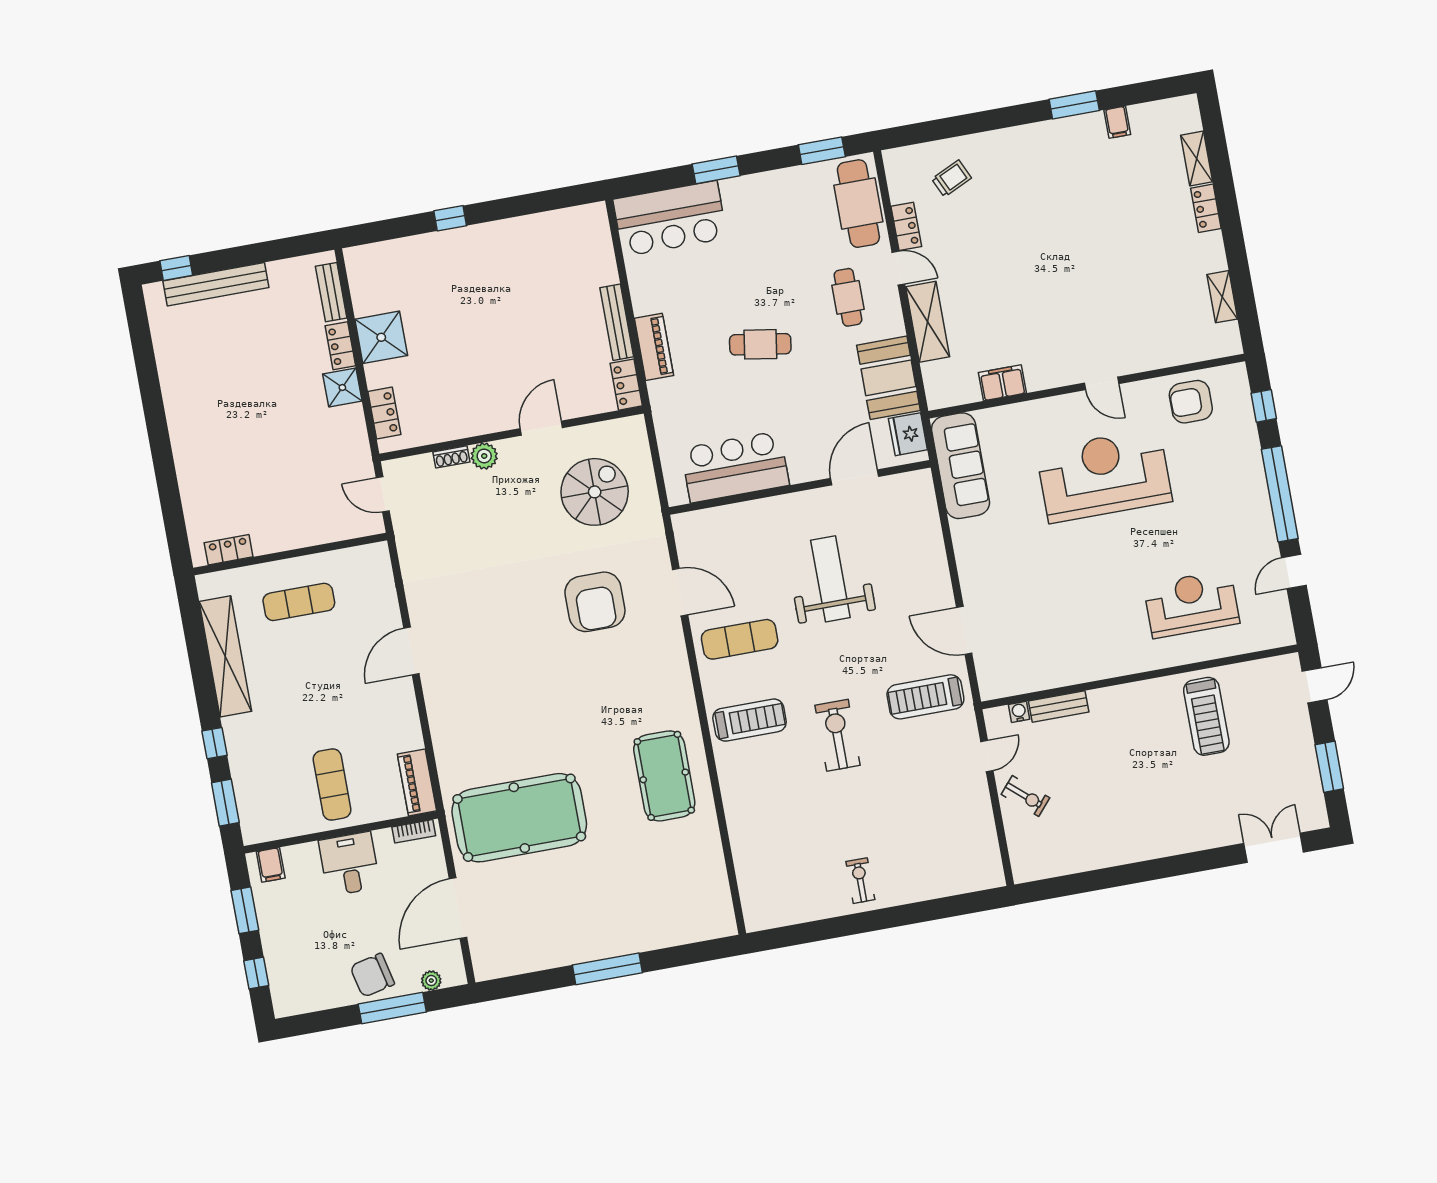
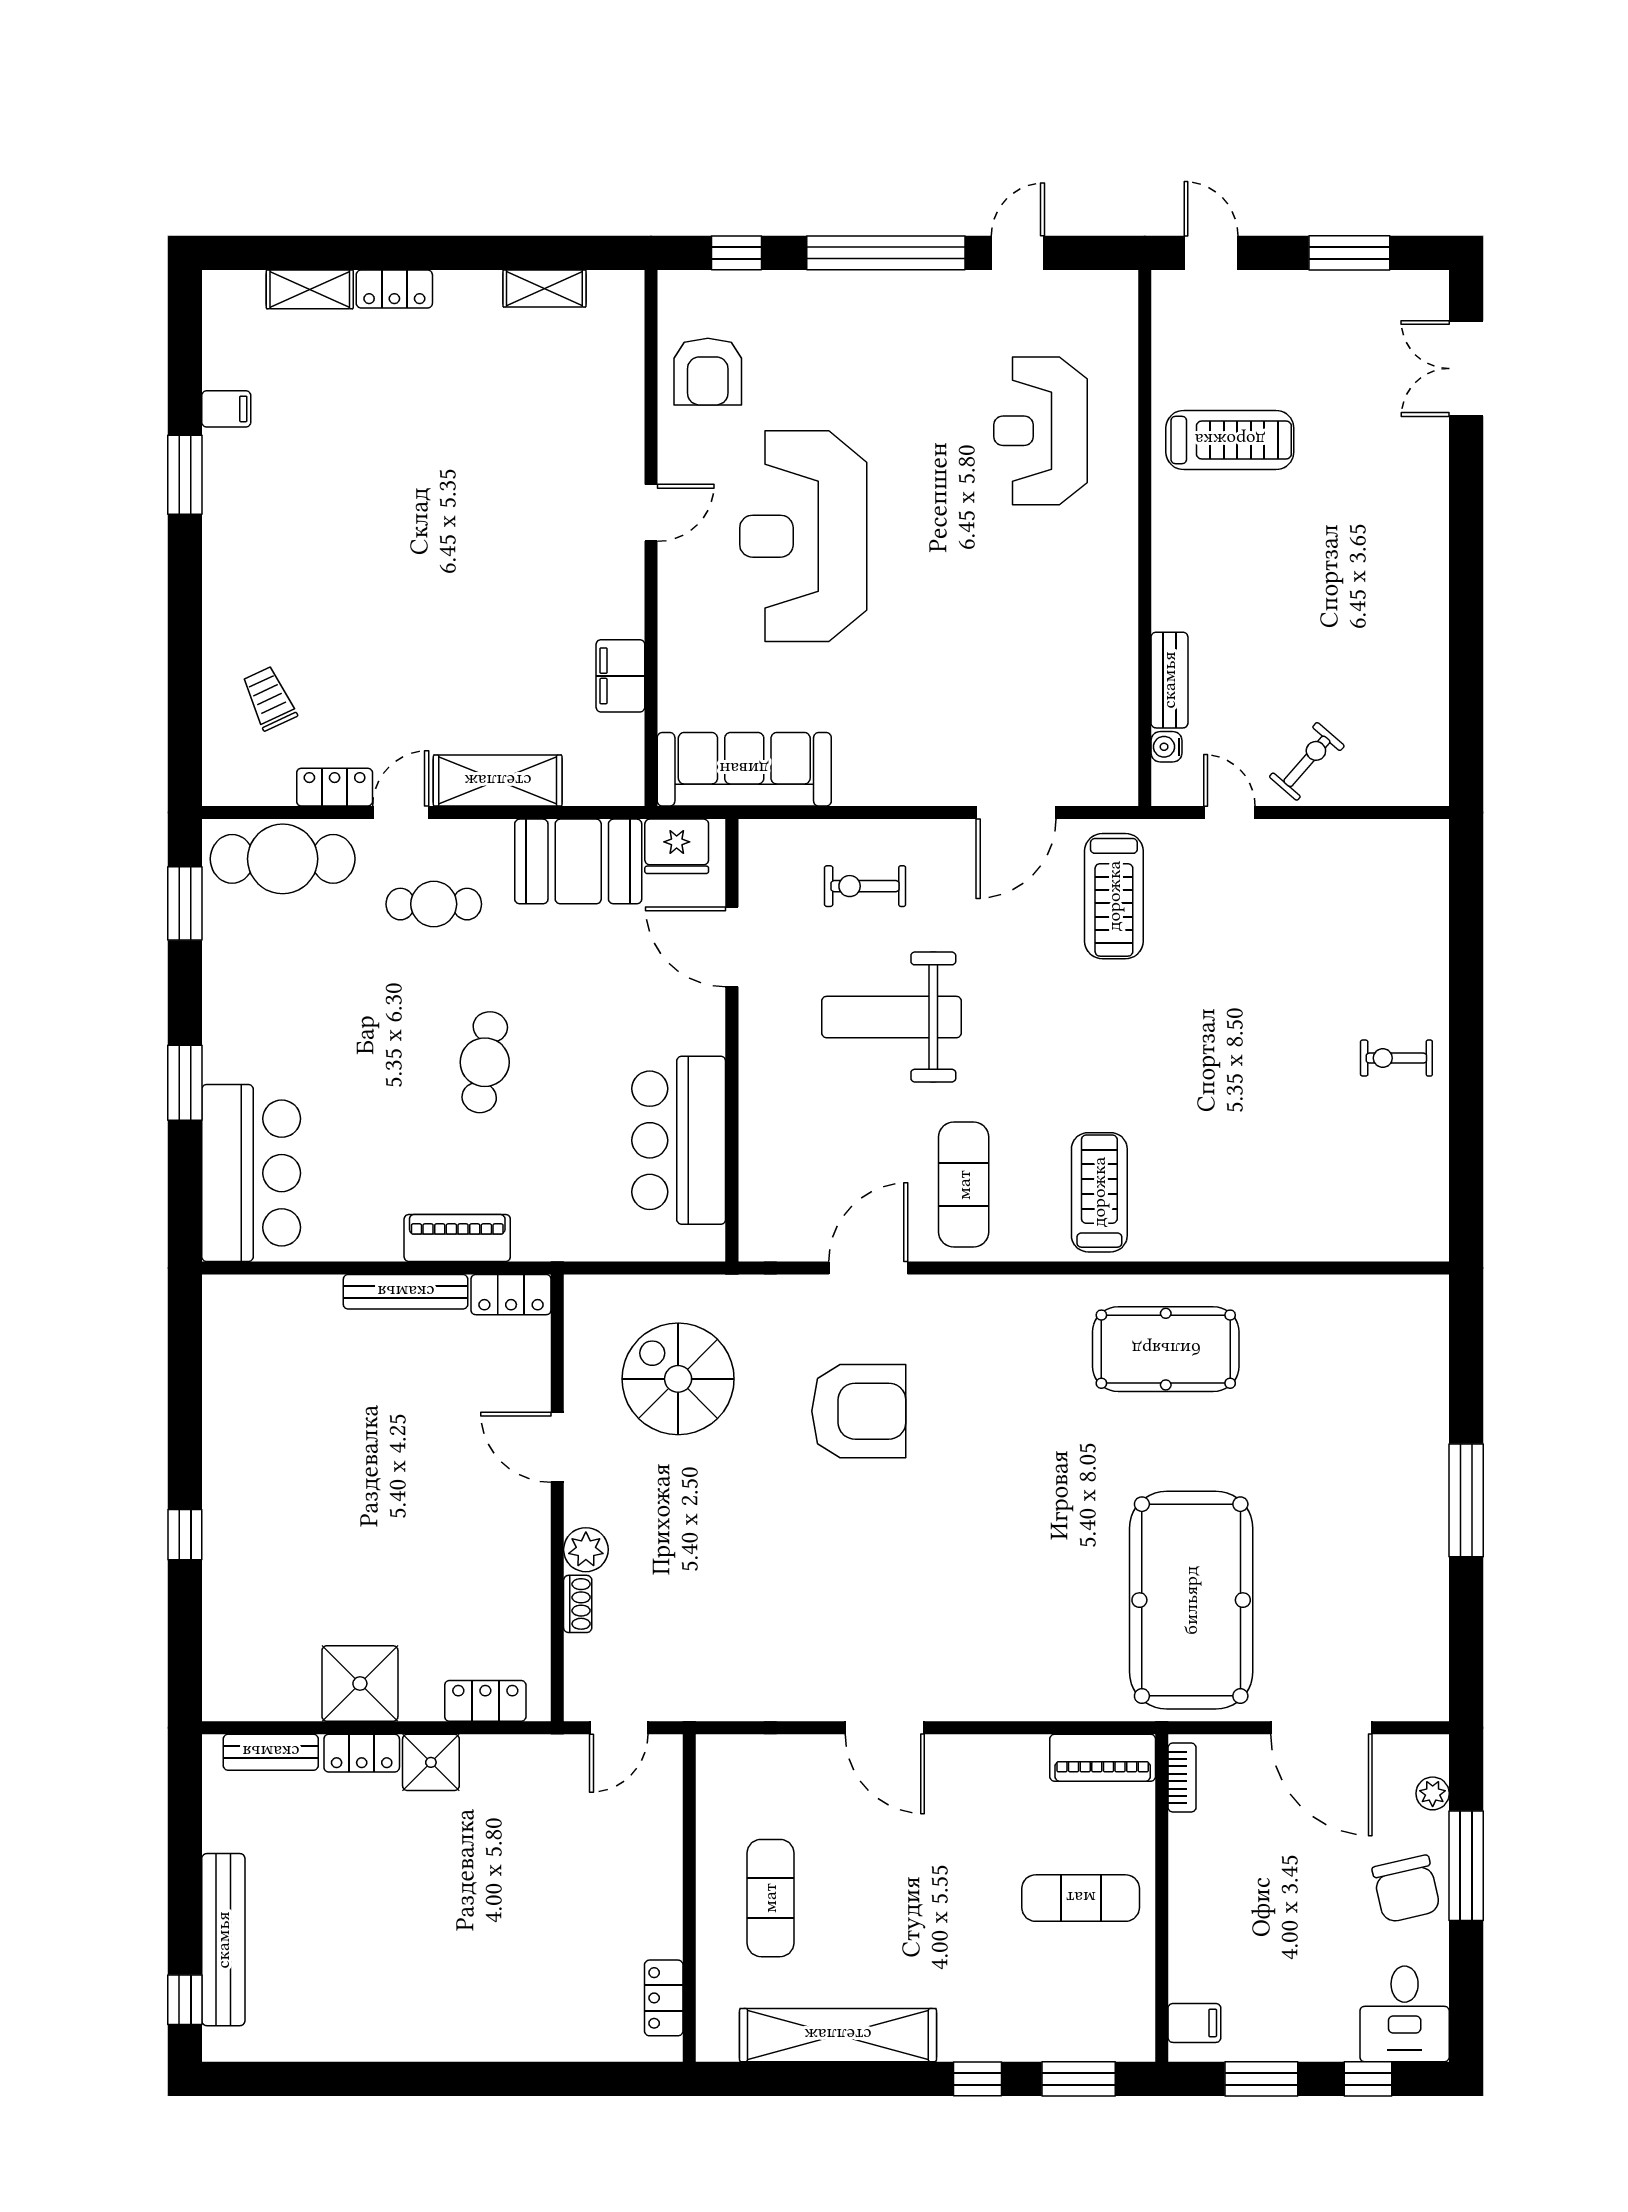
door: (1294, 572) -> (1018, 253), swing flipped
exercise bike: (837, 735) -> (865, 886), moved, width x0.73, depth x0.72
desk: (349, 864) -> (1405, 2014), moved, turned -90

